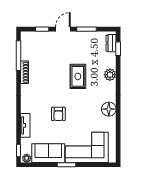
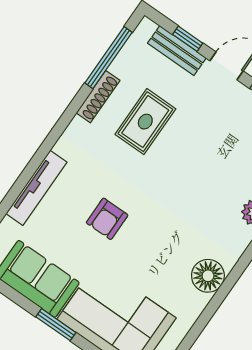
bench: (41, 36) -> (177, 51), added
rug: (78, 76) -> (145, 122), moved
tv unit: (25, 125) -> (36, 188), width x1.41

